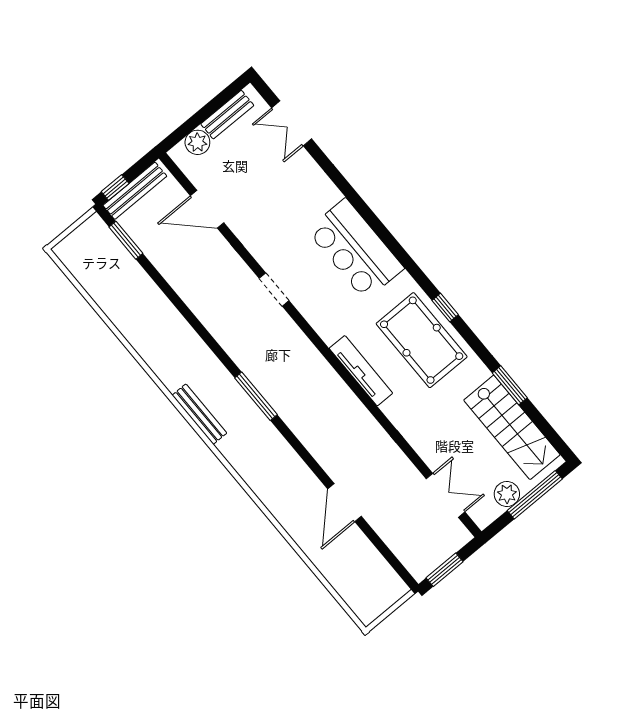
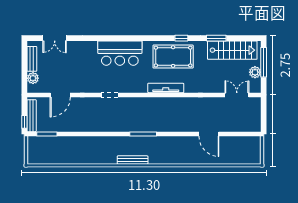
window: (445, 308) -> (181, 38), moved
window: (445, 570) -> (264, 118), removed

